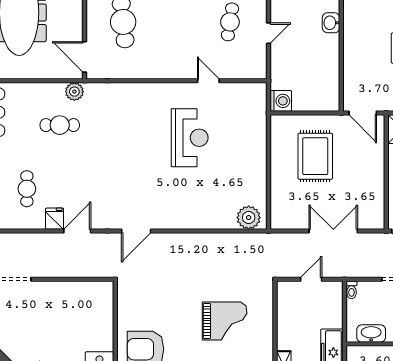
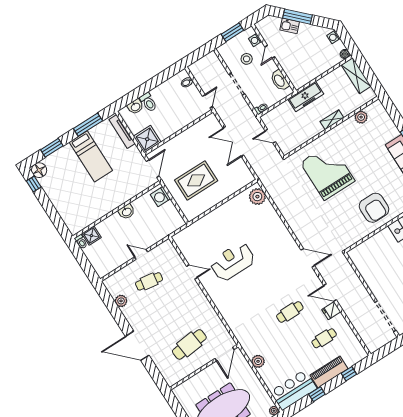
washbasin: (331, 23) -> (127, 212), moved
door: (208, 81) -> (192, 272), swing flipped
plant: (74, 92) -> (258, 361), moved
washing machine: (281, 101) -> (160, 197), moved, turned -90
cafe table: (60, 125) -> (290, 312), moved, turned 90
grand piano: (225, 321) -> (328, 172), width x1.37, depth x1.48

